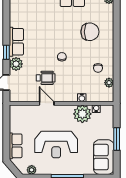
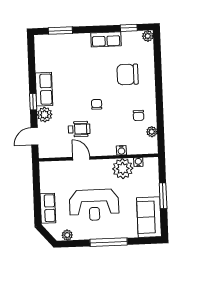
chair: (90, 32) -> (128, 74), turned 180

